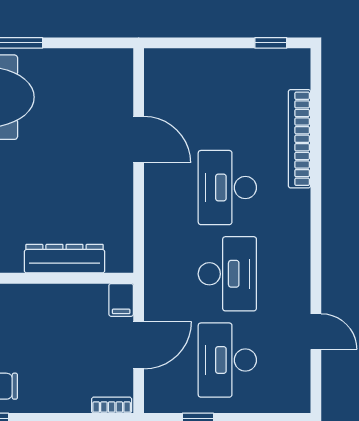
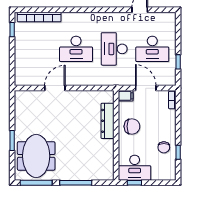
bookcase: (299, 139) -> (39, 17), moved
desk: (227, 274) -> (114, 49), turned -90
chair: (52, 314) -> (132, 126), added

